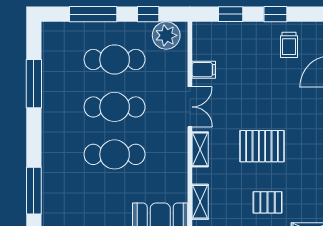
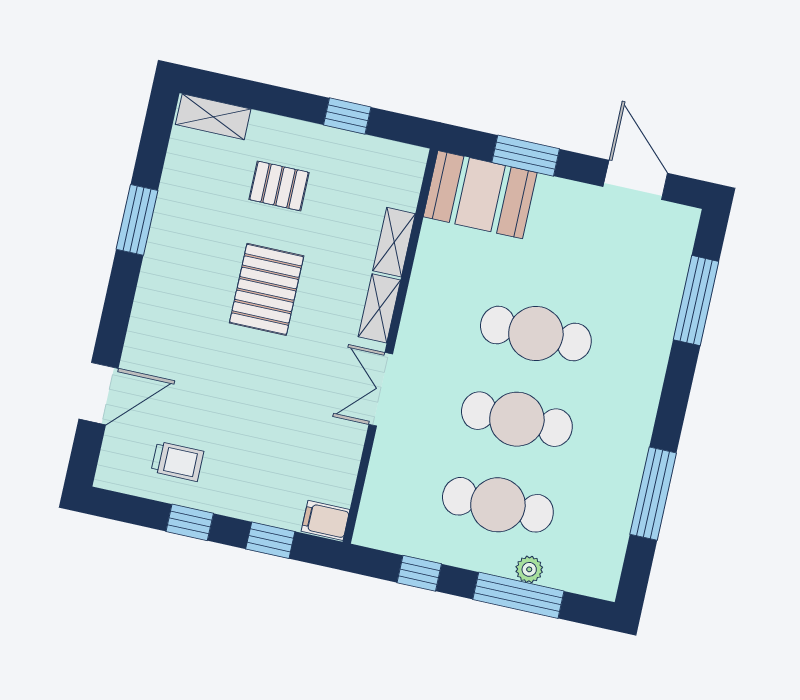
plant: (166, 35) -> (529, 569), moved, width x0.53, depth x0.53
trolley: (289, 45) -> (177, 461), turned 90
filing cabinet: (204, 70) -> (326, 520), moved
pallet: (262, 146) -> (267, 289), turned 90
shelving: (200, 202) -> (394, 242), moved

